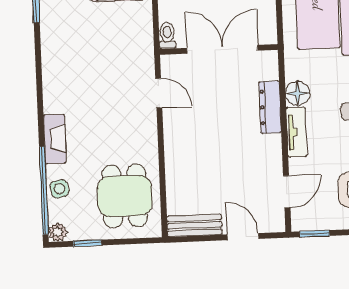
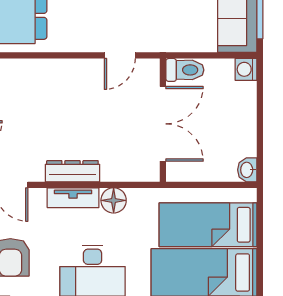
toilet: (167, 36) -> (185, 70), width x1.37, depth x1.39
dresser: (270, 107) -> (72, 171), moved

